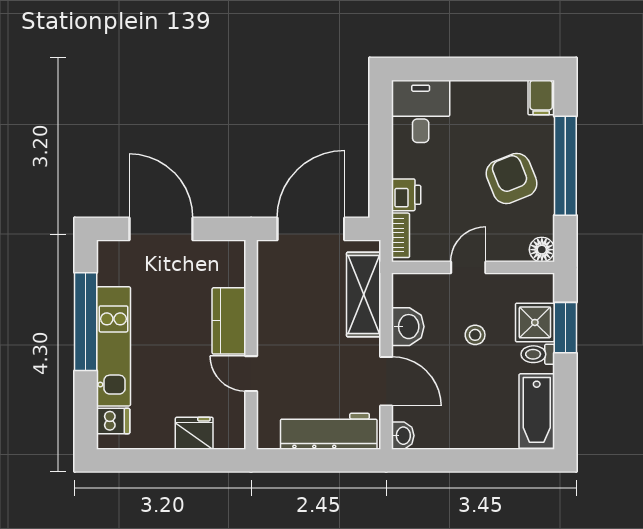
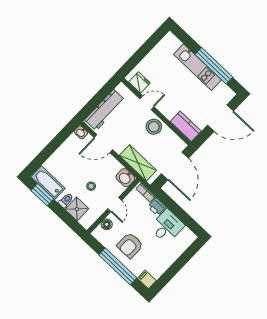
desk: (421, 111) -> (167, 226), moved, turned -90
armchair: (512, 178) -> (130, 245), turned 112
floor lamp: (542, 250) -> (107, 224), moved
kitchen counter: (229, 321) -> (186, 126), moved
stool: (279, 325) -> (154, 127), added
washbasin: (408, 327) -> (125, 178), moved
window: (565, 328) -> (42, 195), moved
dishwasher: (113, 421) -> (174, 44), removed
fridge: (194, 433) -> (139, 82), moved, turned -90

